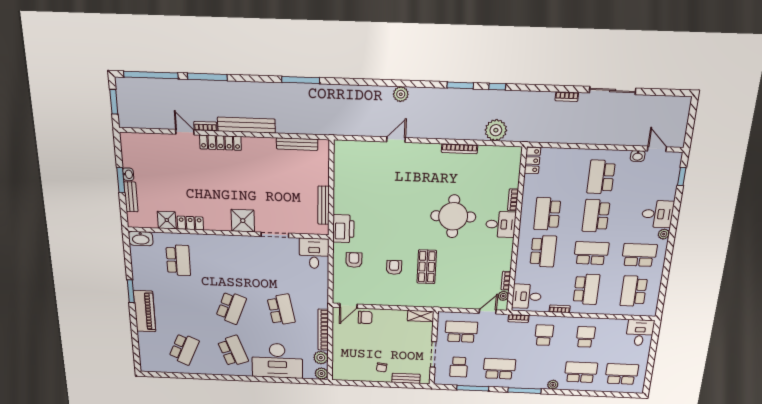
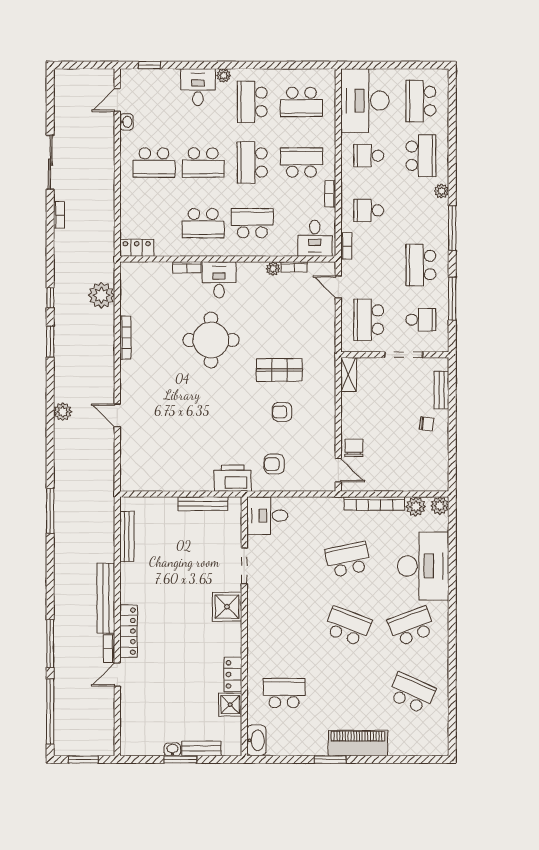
window: (301, 80) -> (50, 511), moved
plant: (503, 296) -> (273, 269), moved
desk: (640, 333) -> (365, 101), width x1.87, depth x1.30
school desk: (581, 372) -> (421, 156), turned 180

